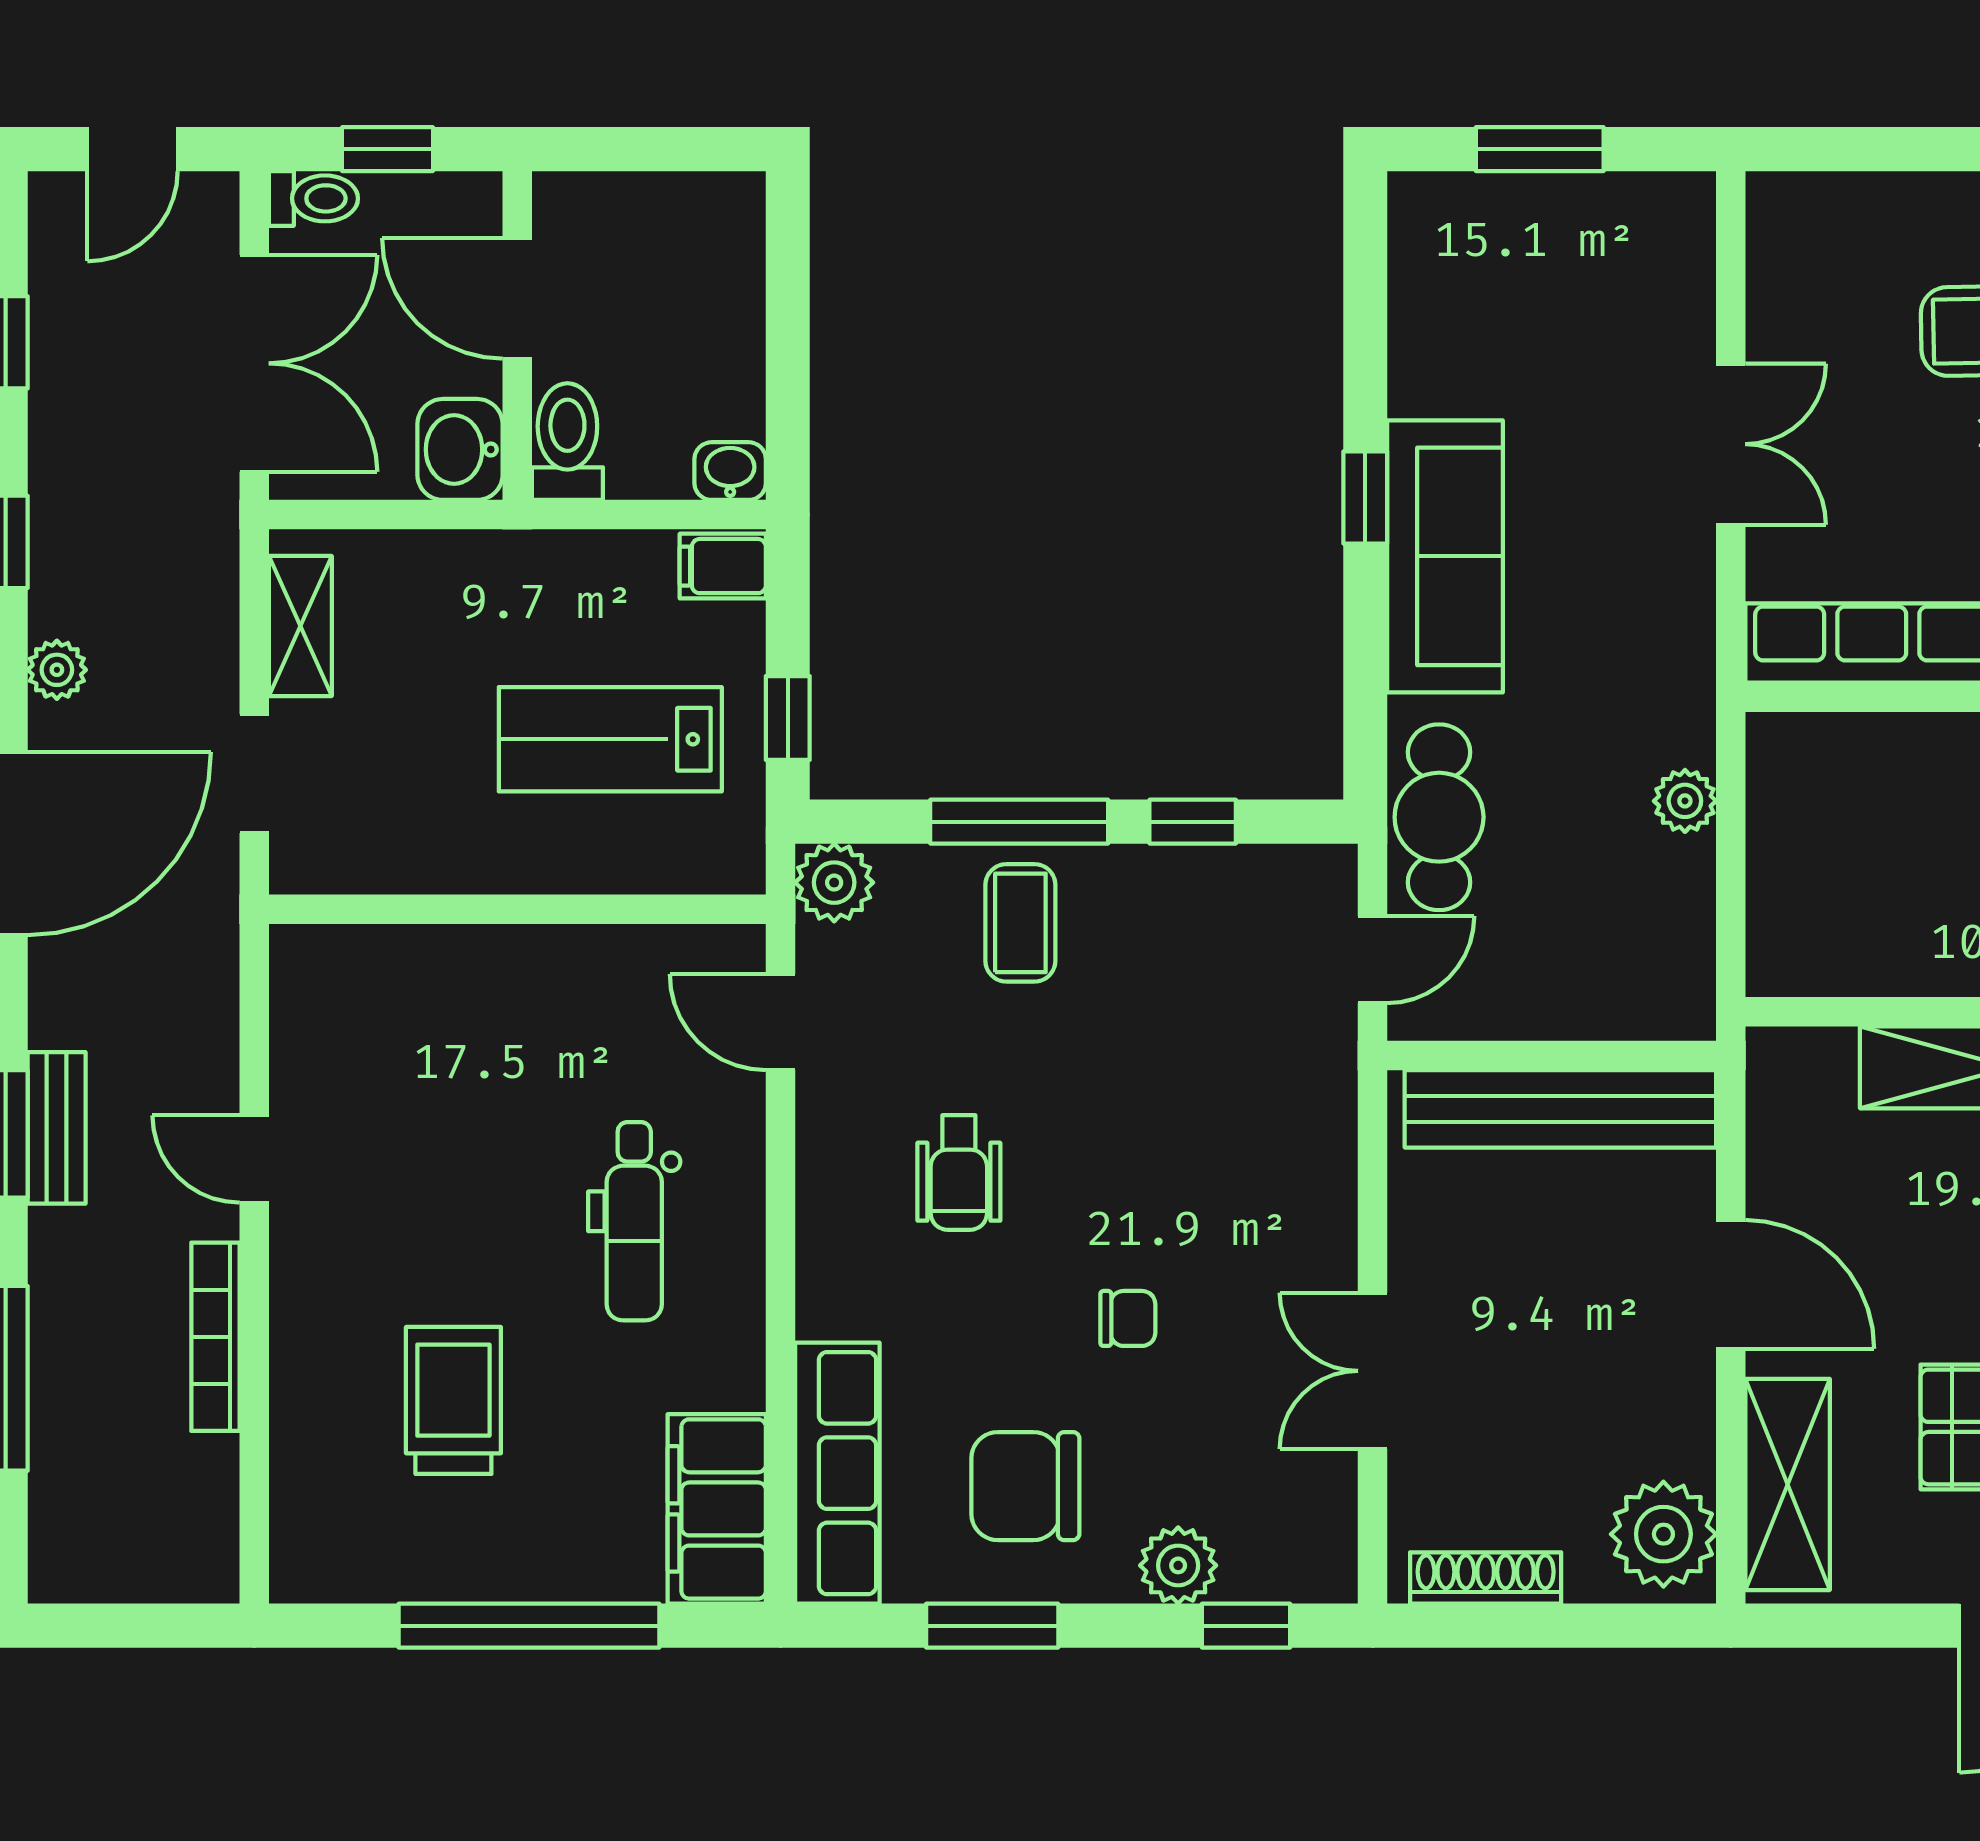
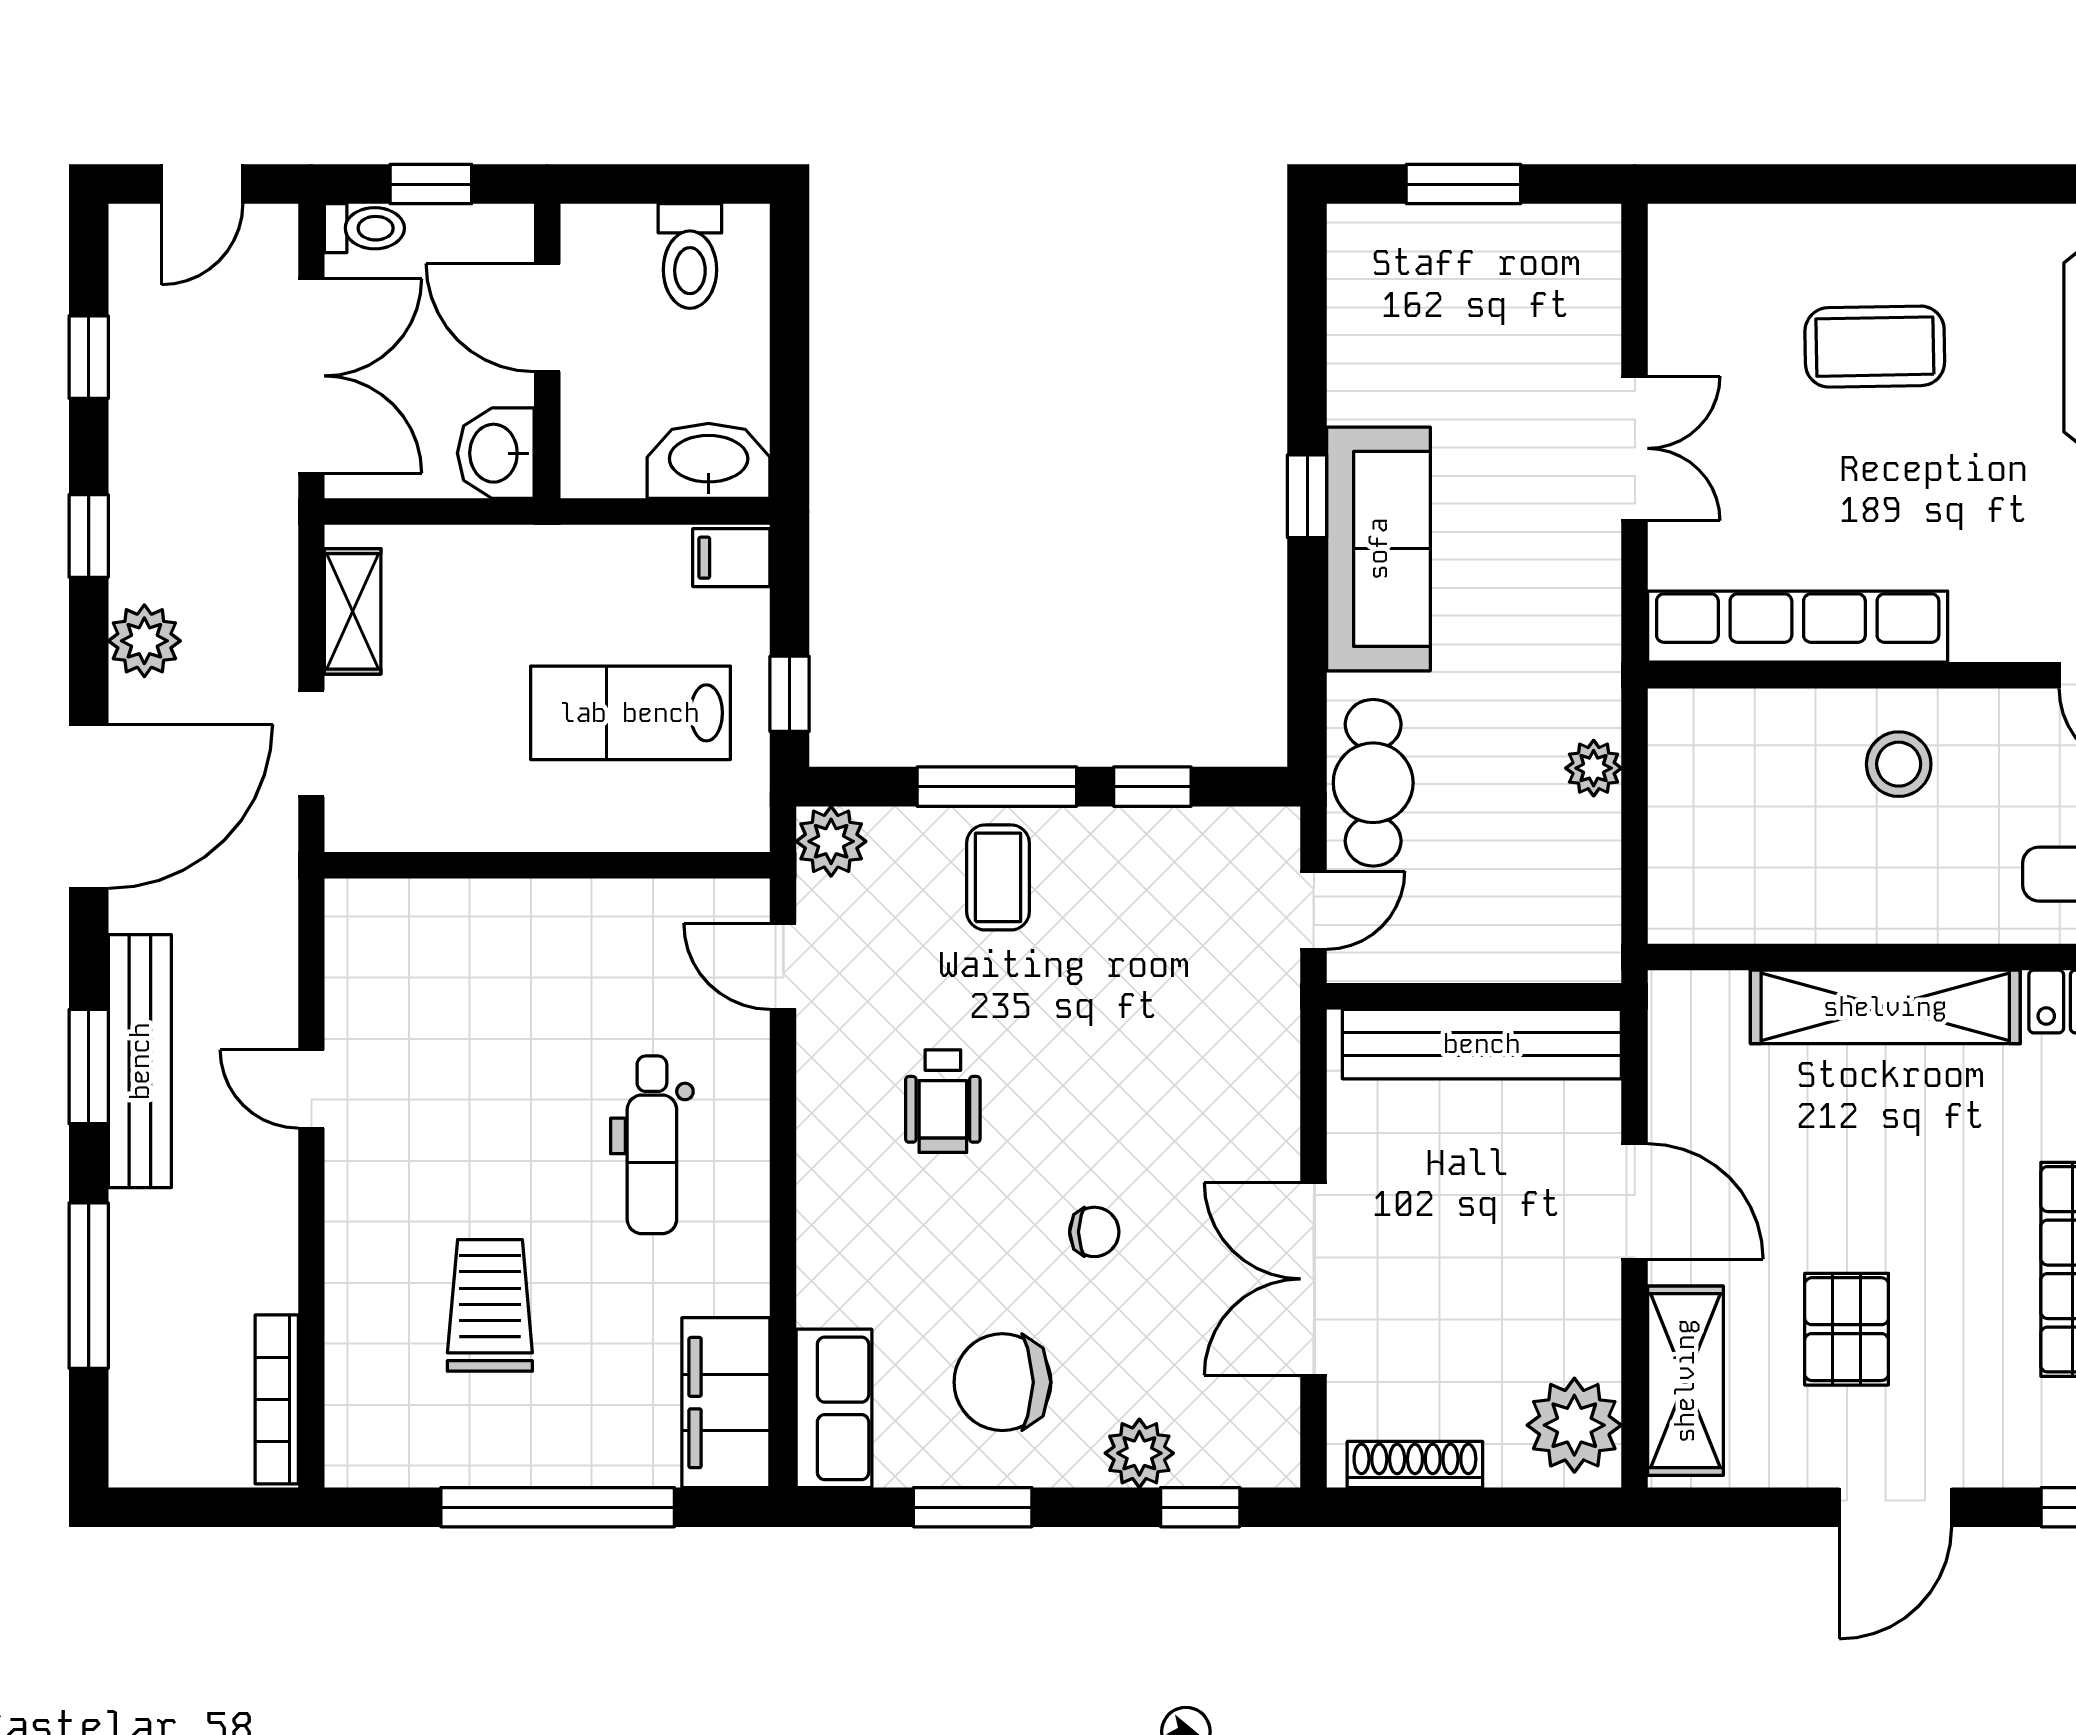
toilet: (567, 442) -> (690, 256), moved, turned 180
washbasin: (730, 471) -> (709, 461), width x1.91, depth x1.45
plant: (57, 670) -> (144, 641), width x1.38, depth x1.38
bench: (57, 1128) -> (140, 1061), width x1.86, depth x1.21
bookcase: (215, 1337) -> (277, 1399), moved
double door: (1373, 1371) -> (1314, 1279), width x1.37
row of seats: (837, 1473) -> (834, 1408), width x0.68

